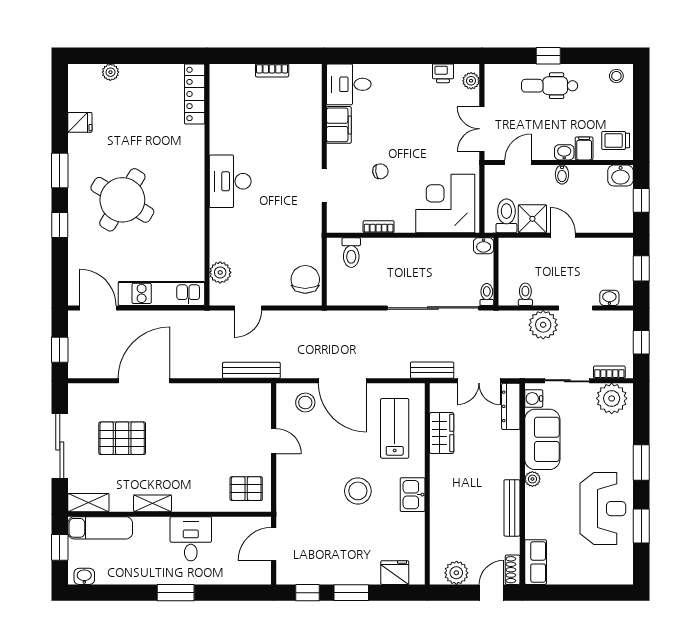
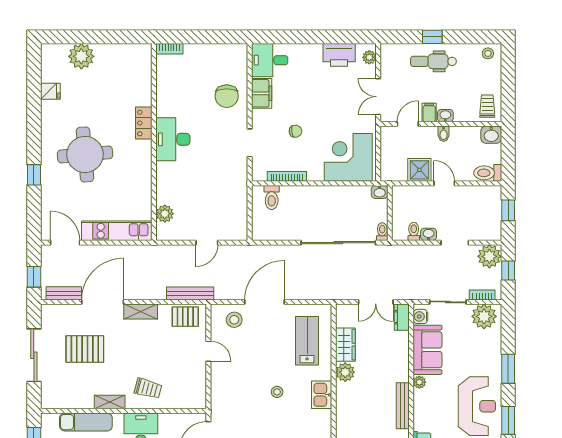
bookcase: (272, 70) -> (169, 49), moved
plant: (110, 72) -> (81, 56), width x1.88, depth x1.88
printer: (443, 73) -> (339, 55), width x1.87, depth x1.48
locker: (195, 94) -> (144, 123), moved, width x0.66
trolley: (616, 141) -> (487, 106), turned 90
filing cabinet: (584, 148) -> (429, 112), moved
window: (60, 170) -> (34, 131), removed
round table: (122, 200) -> (85, 154), turned -36
window: (641, 200) -> (508, 155), removed
toilet: (506, 216) -> (488, 173), moved, turned -90
bookcase: (379, 227) -> (287, 176), width x1.56
chair: (305, 279) -> (227, 96), moved, turned 180
washbasin: (609, 298) -> (429, 234), moved
door: (248, 308) -> (207, 243), moved
plant: (543, 325) -> (489, 256), moved
bench: (432, 370) -> (64, 293), moved
door: (343, 381) -> (265, 302), swing flipped
dresser: (511, 406) -> (402, 317), width x0.70
plant: (441, 467) -> (345, 372), added
trolley: (200, 487) -> (148, 388), added
pallet: (246, 489) -> (185, 317), moved
stool: (358, 491) -> (277, 392), width x0.53, depth x0.53
shelving: (88, 503) -> (141, 312), moved
exam couch: (100, 528) -> (86, 422), moved

